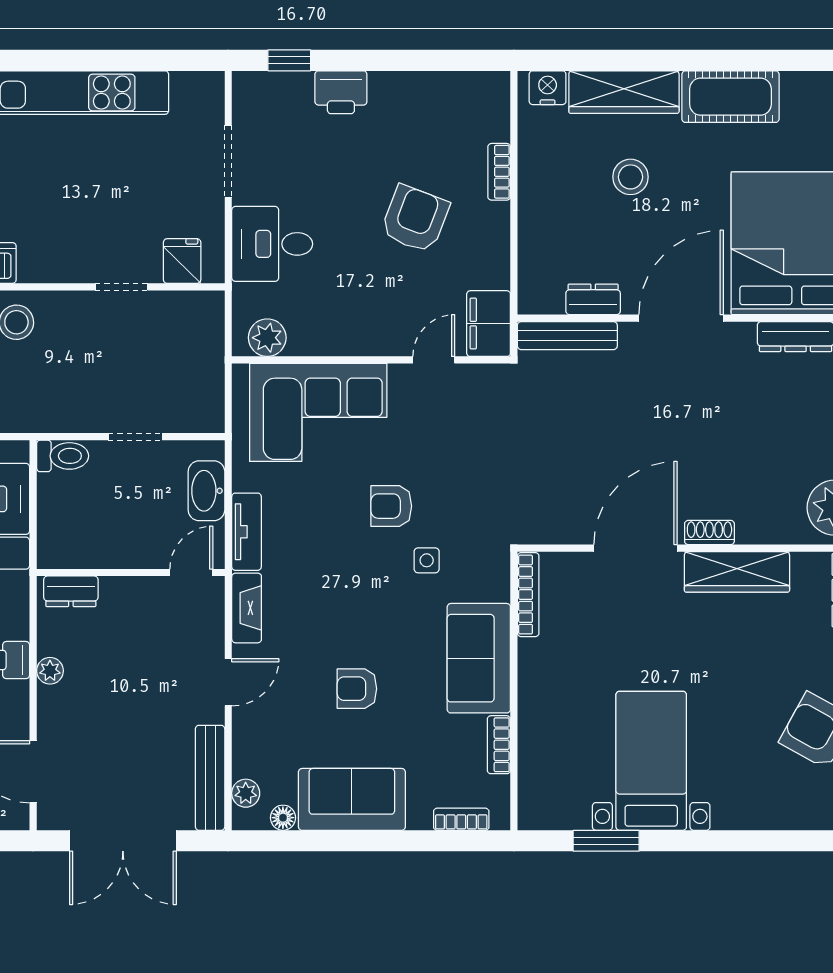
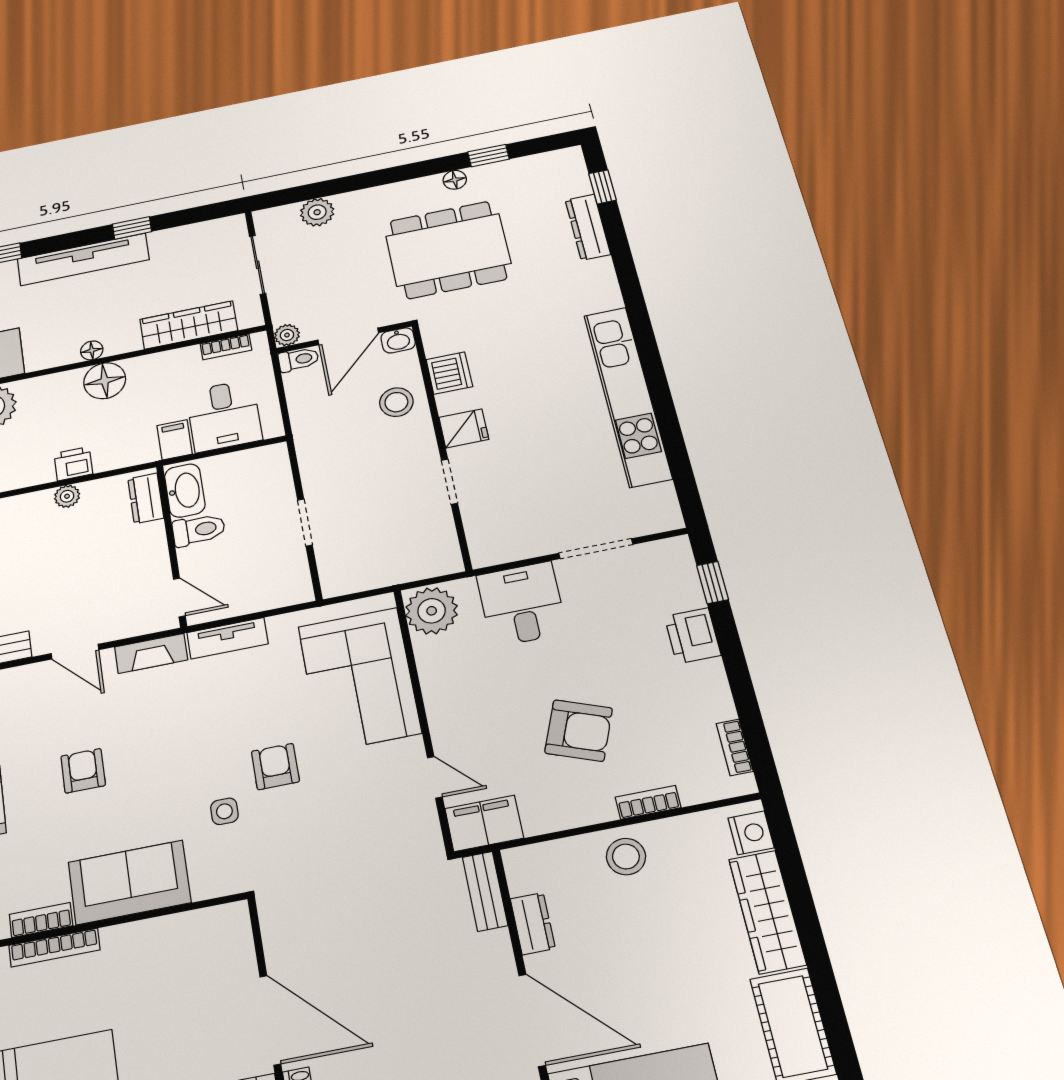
bookcase: (462, 82) -> (735, 747), added
stool: (630, 177) -> (626, 857), moved
fridge: (182, 261) -> (464, 428), moved
bench: (567, 336) -> (485, 891), width x0.73
plant: (267, 338) -> (432, 611), width x1.36, depth x1.36
toilet: (63, 456) -> (199, 530), moved, turned -90
washbasin: (206, 491) -> (185, 491), moved, turned 90
bookcase: (528, 595) -> (54, 948), moved

